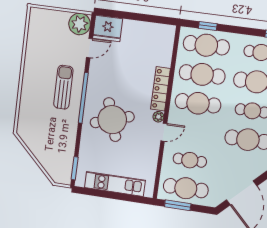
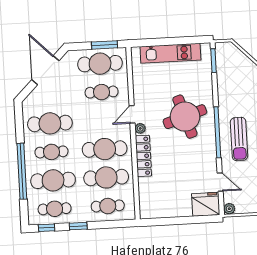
plant: (80, 24) -> (229, 209), width x0.53, depth x0.53
window: (208, 26) -> (78, 226), moved
cafe table: (206, 45) -> (108, 206), width x0.73, depth x0.74
door: (89, 48) -> (220, 182), swing flipped

